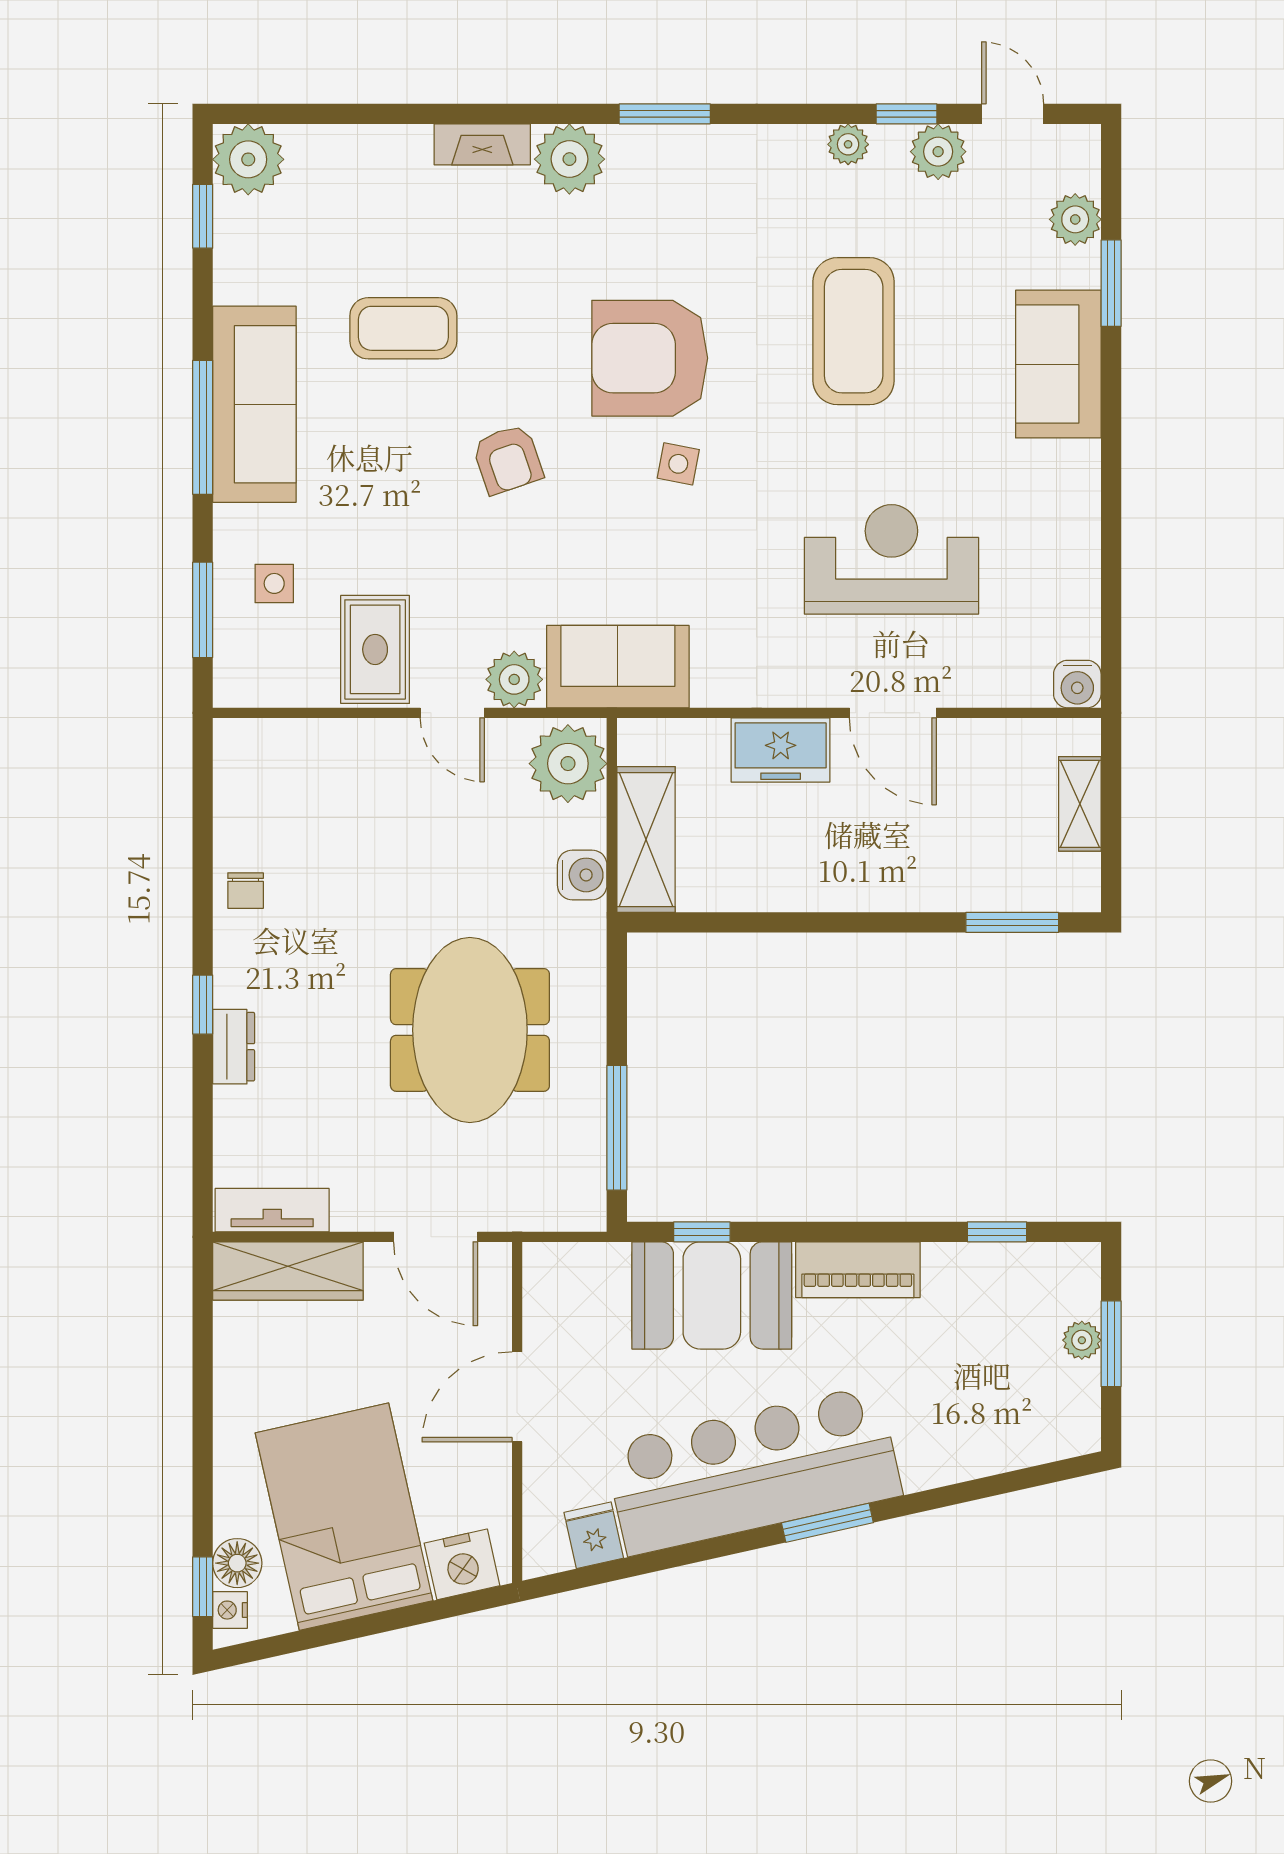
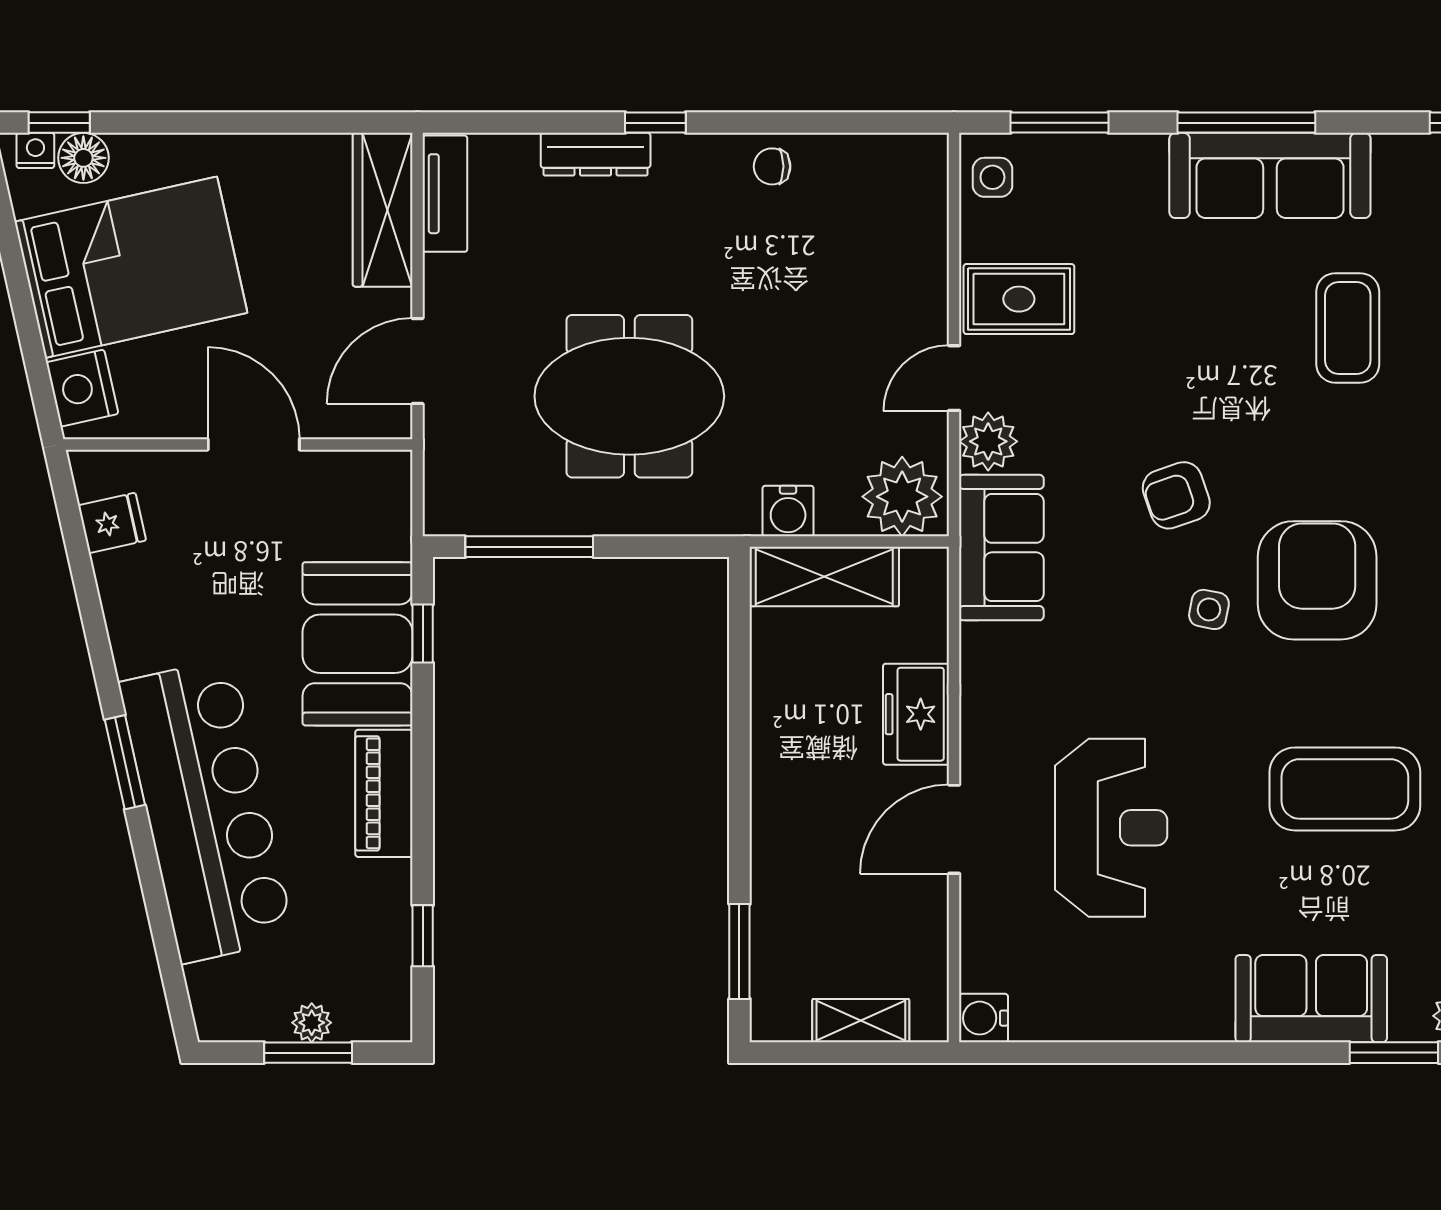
armchair: (508, 459) -> (1176, 495), moved
side table: (274, 583) -> (992, 177), moved
dresser: (234, 1047) -> (596, 154), width x1.44
bar counter: (753, 1470) -> (207, 811), moved

